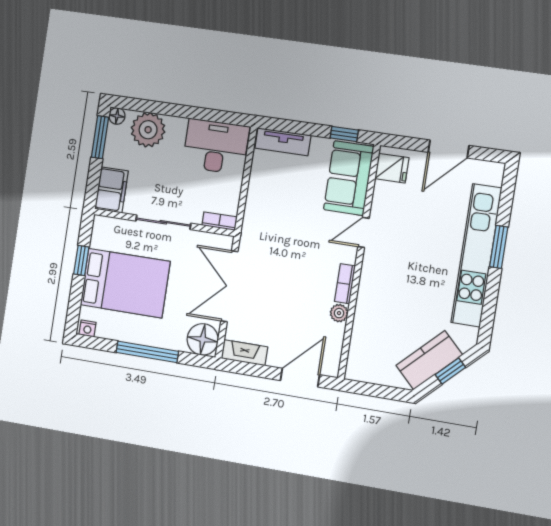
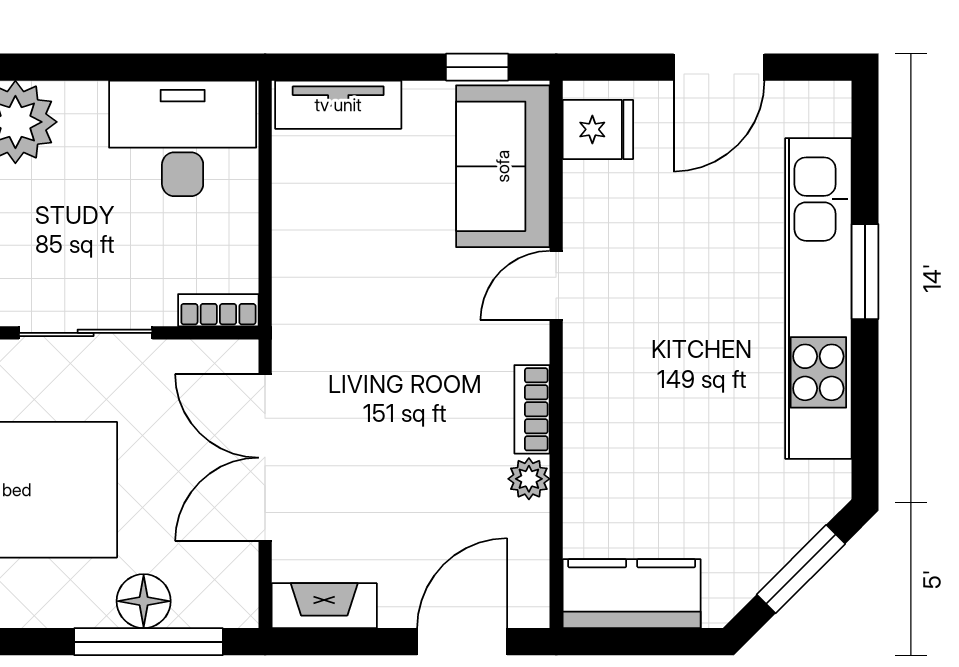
floor lamp: (203, 339) -> (144, 601), moved, width x0.73, depth x0.73
window: (147, 352) -> (148, 642), moved
kitchen counter: (429, 360) -> (632, 594), moved, turned 45
window: (450, 371) -> (801, 569), width x1.50

